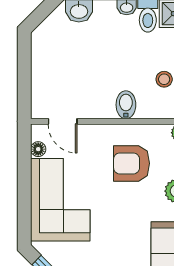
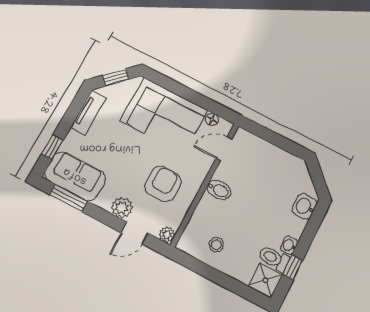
bidet: (126, 105) -> (219, 190), moved

